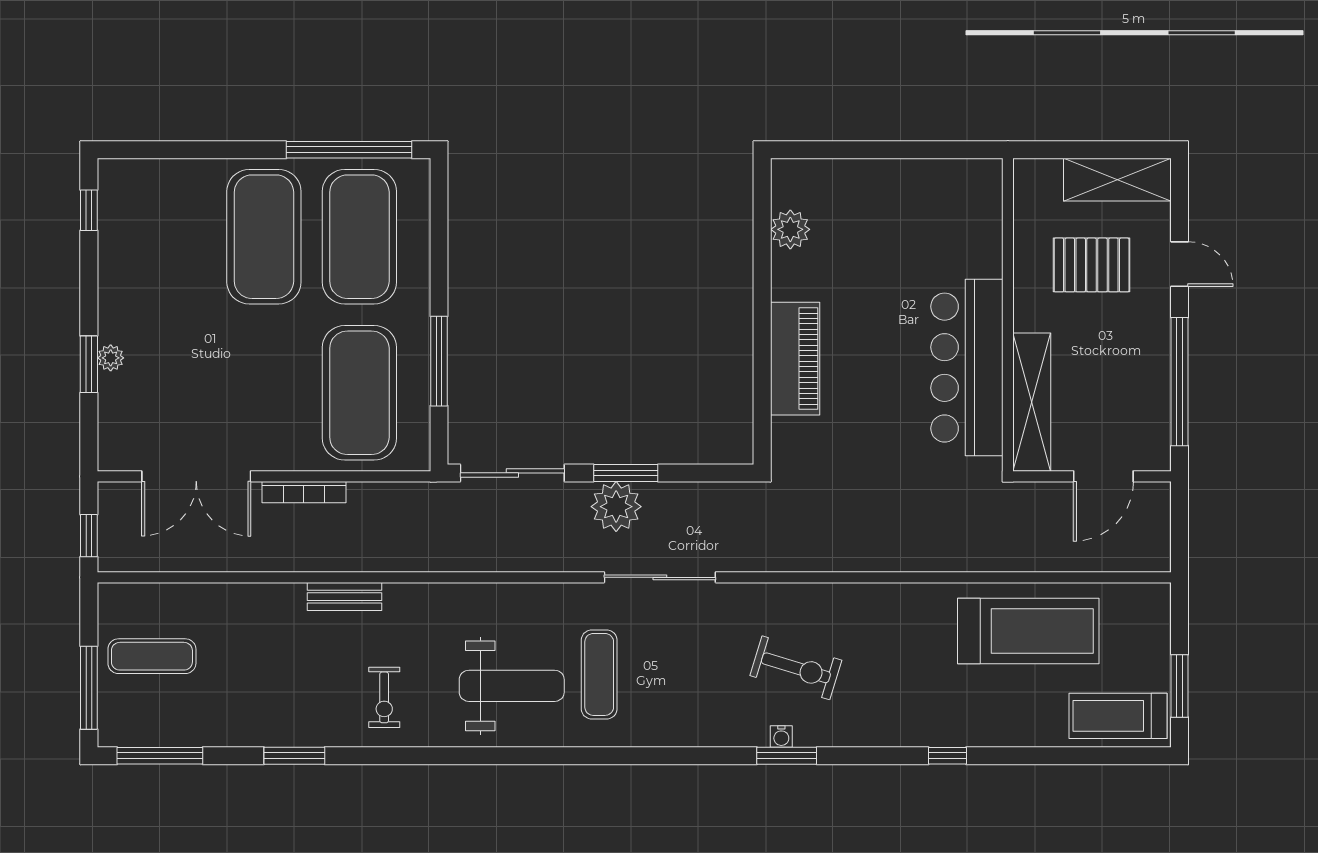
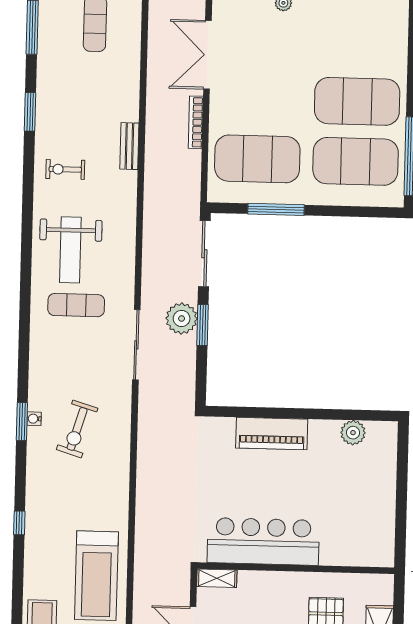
shelving: (1032, 402) -> (217, 578), width x0.45, depth x0.75

